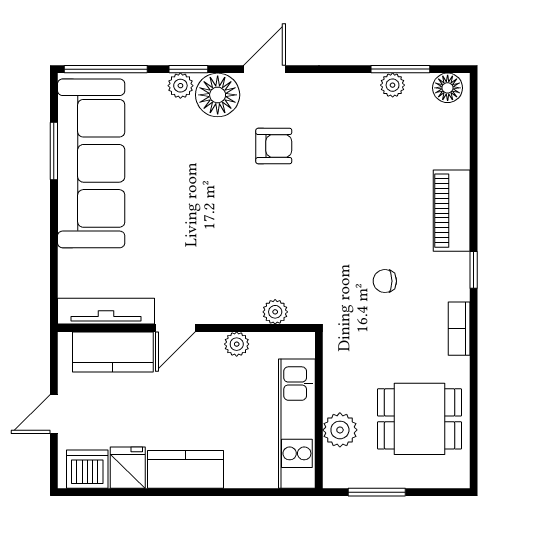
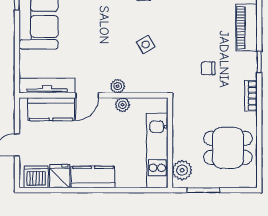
side table: (277, 240) -> (146, 44), added
plant: (275, 312) -> (118, 86), moved
plant: (340, 430) -> (182, 170), moved

